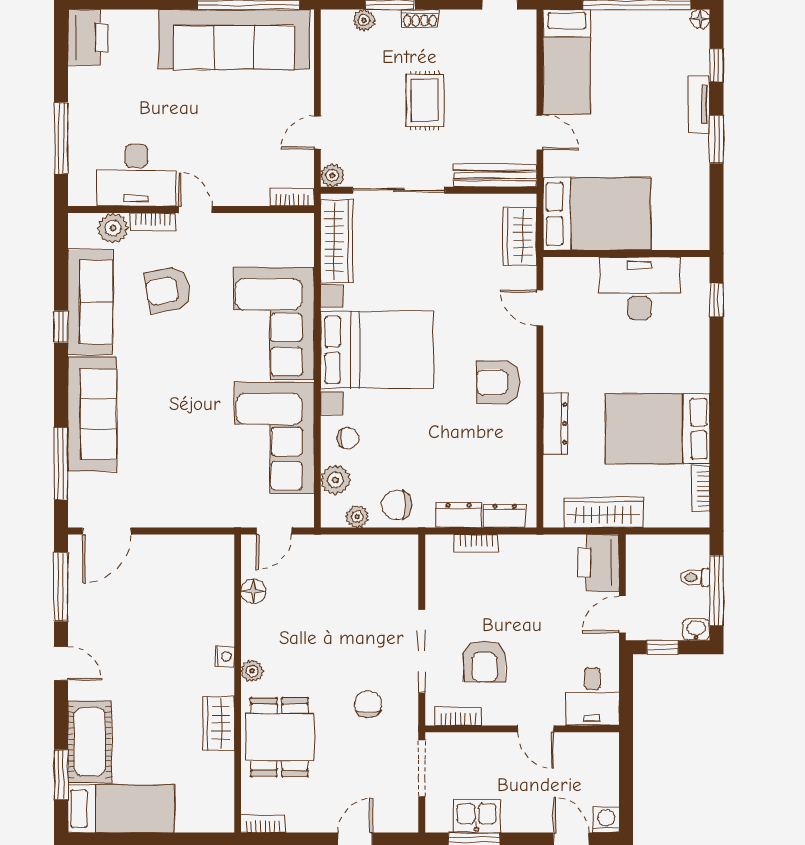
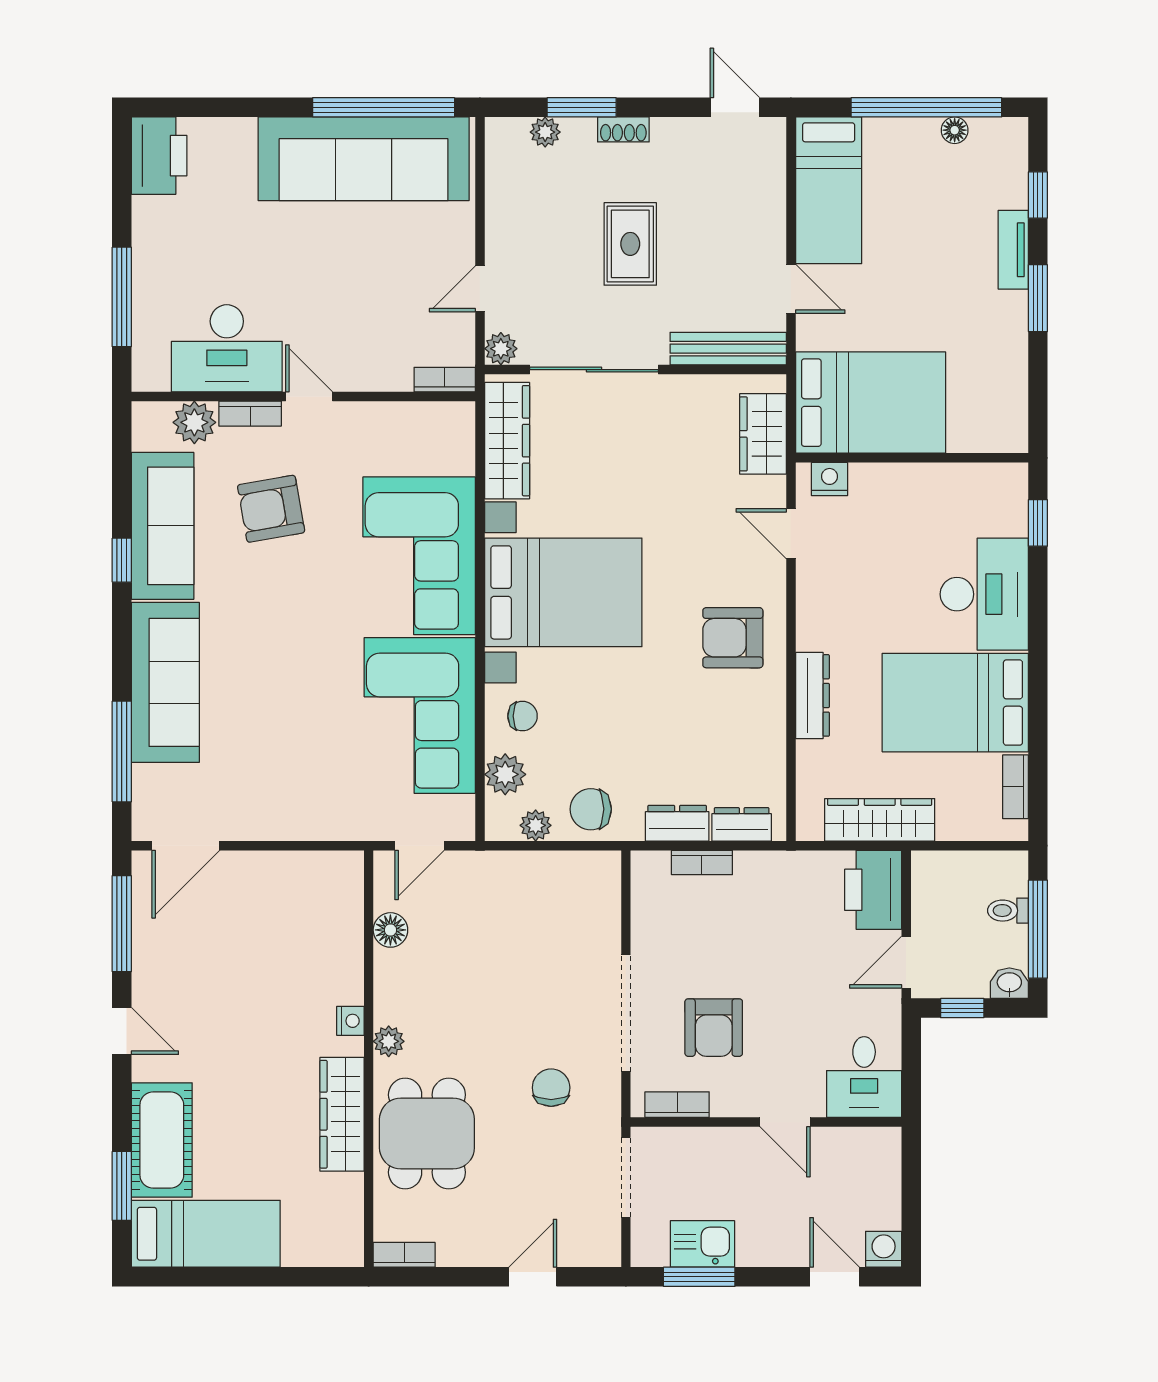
floor lamp: (700, 19) -> (955, 130), moved
nightstand: (568, 269) -> (830, 479), added
desk: (639, 288) -> (984, 594), moved, turned 90
wardrobe: (219, 723) -> (342, 1114), width x1.50

